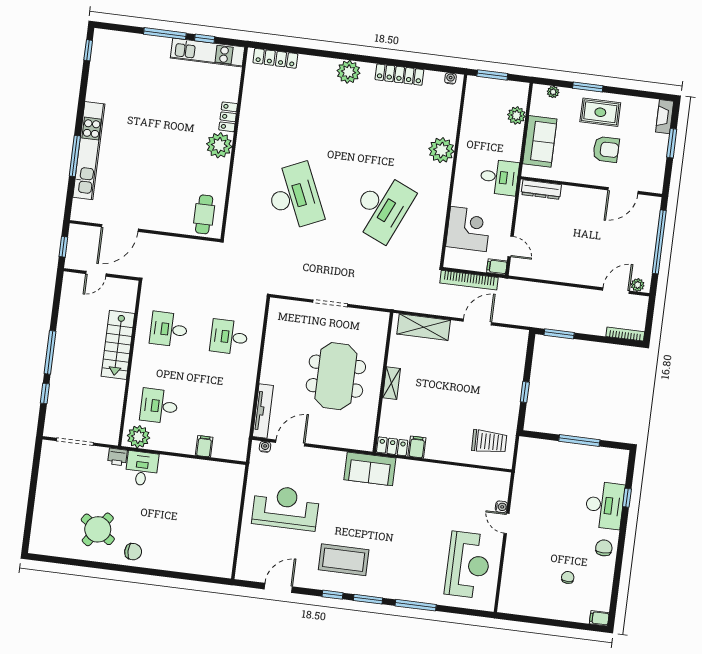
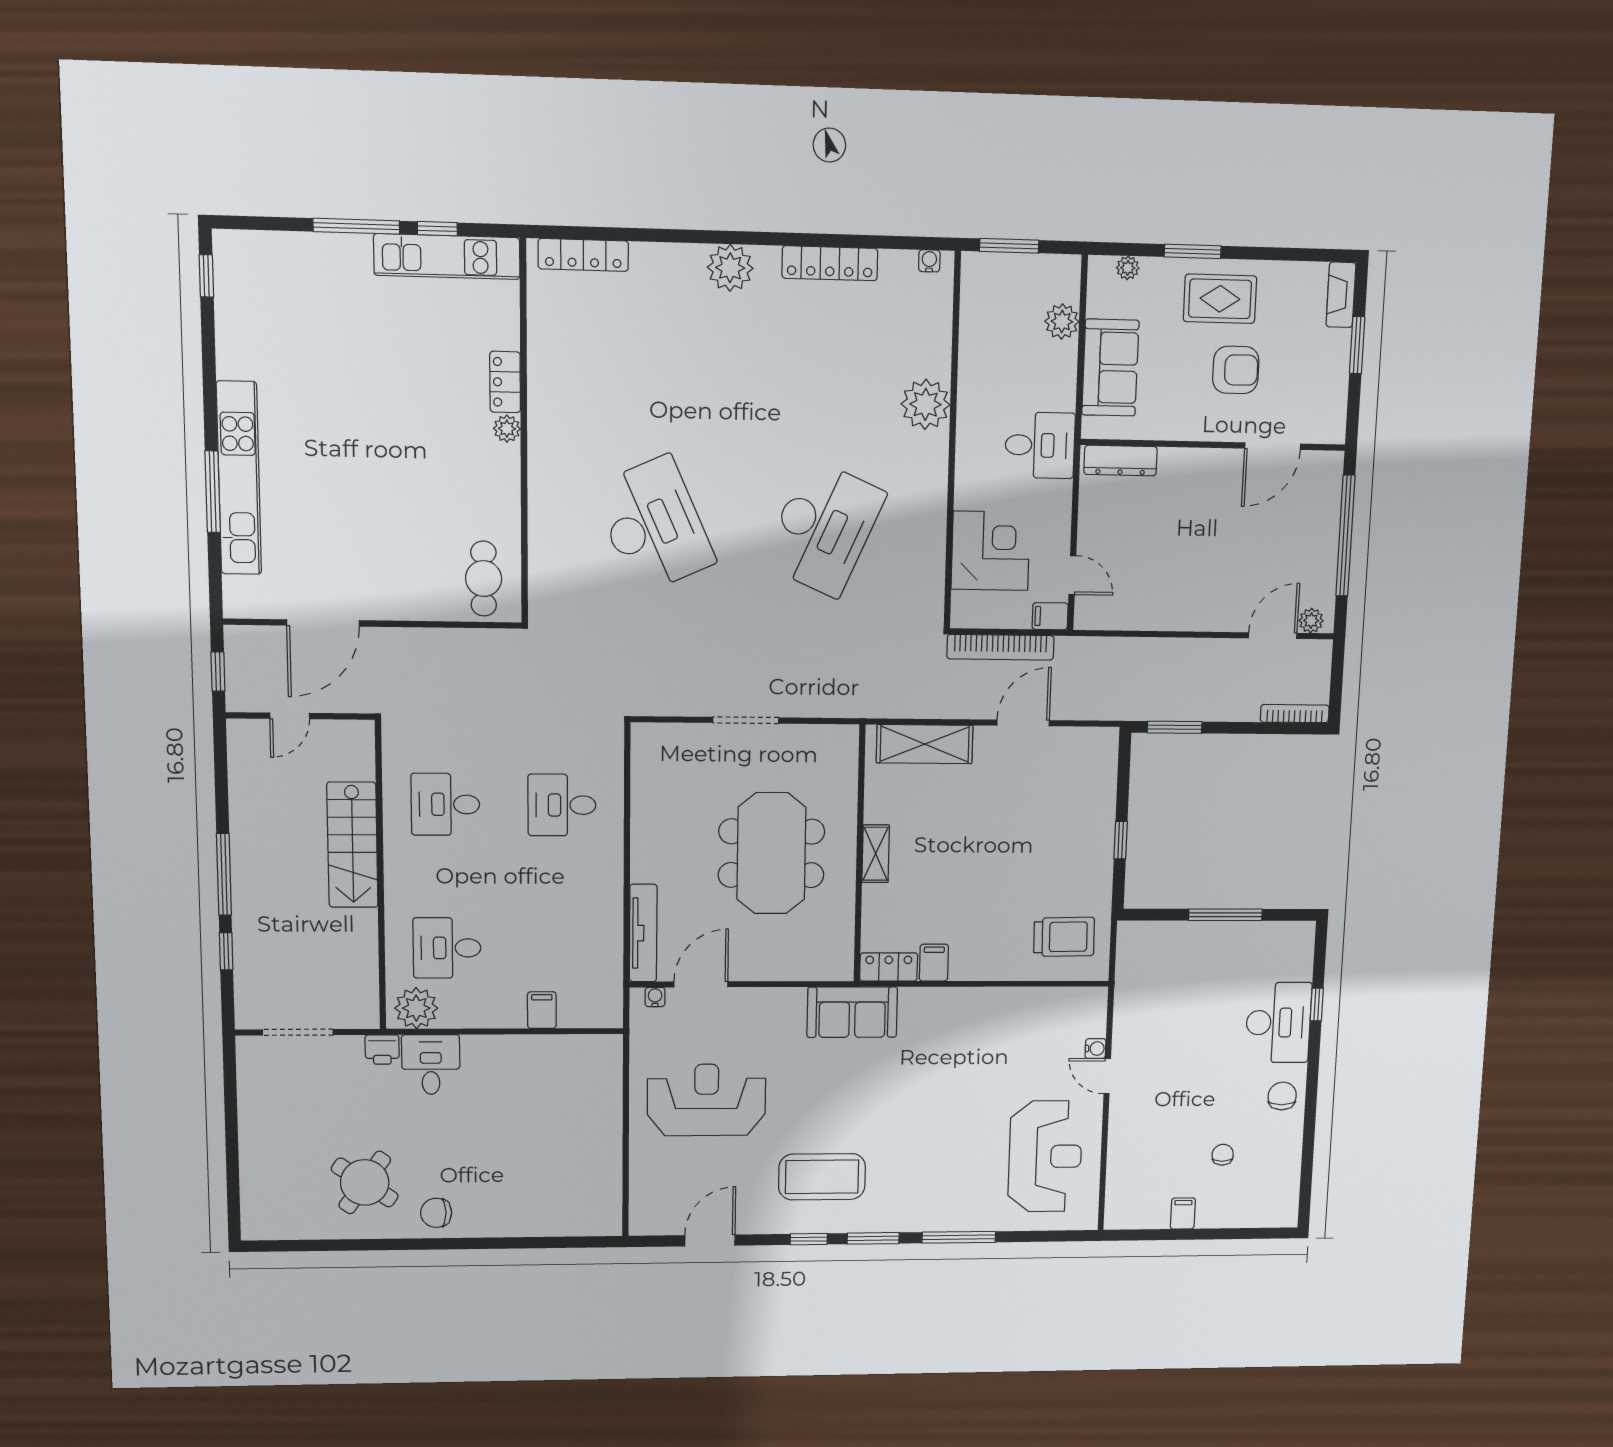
plant: (219, 145) -> (507, 429), width x0.53, depth x0.53
chair: (133, 552) -> (436, 1213), turned 180
filing cabinet: (599, 618) -> (1183, 1213), moved, turned 90

